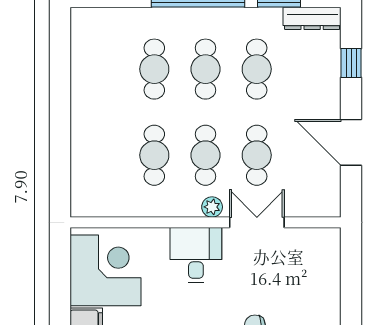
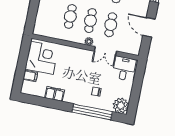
double door: (257, 222) -> (105, 51), swing flipped
desk: (196, 255) -> (124, 68), moved

